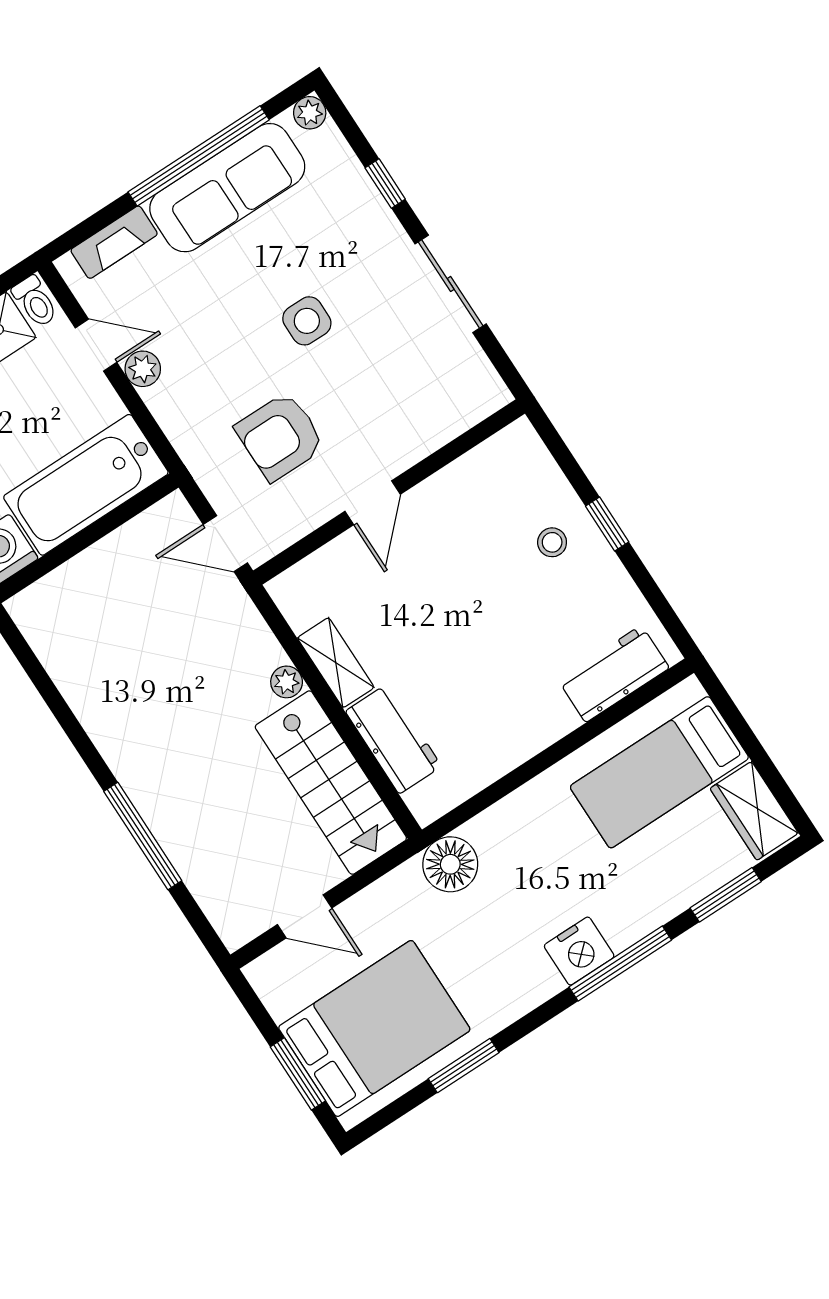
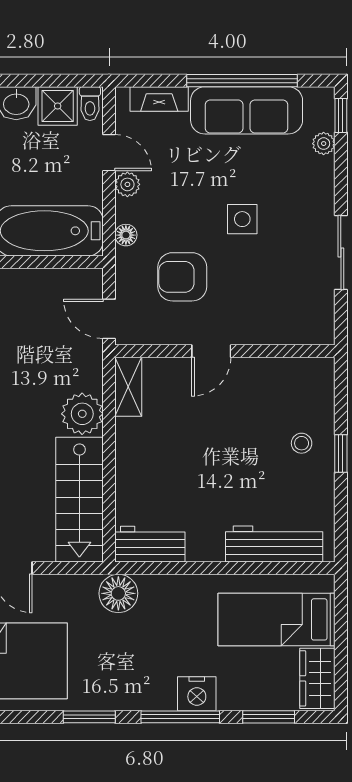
plant: (310, 113) -> (324, 144), moved
window: (385, 184) -> (341, 116), moved
floor lamp: (180, 430) -> (126, 235), added
shelving: (336, 663) -> (128, 387), moved
workbench: (614, 674) -> (274, 544), width x1.38
plant: (287, 682) -> (82, 414), width x1.87, depth x1.87
workbench: (393, 739) -> (150, 544), moved, turned -90
nightstand: (579, 951) -> (197, 694), moved
window: (464, 1066) -> (89, 717), moved

